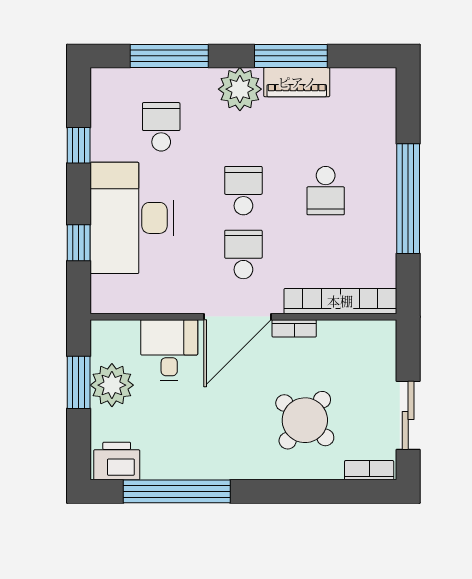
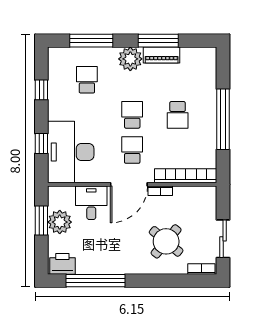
desk: (132, 218) -> (71, 152), moved

